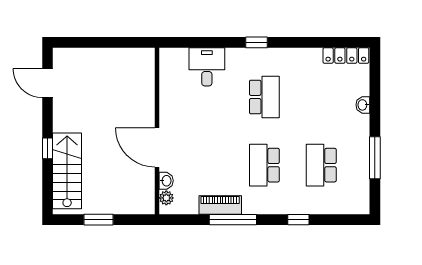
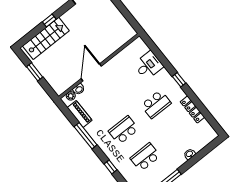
locker: (346, 56) -> (192, 109), moved
piano: (220, 205) -> (80, 114), moved

